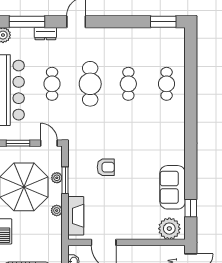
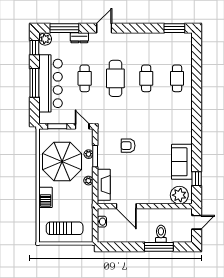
armchair: (106, 167) -> (128, 146), turned 180

